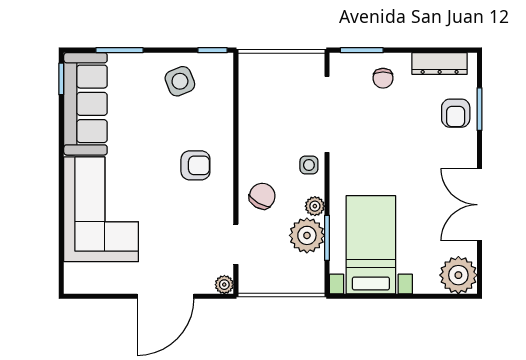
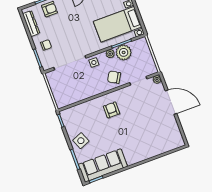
side table: (180, 81) -> (81, 141), moved
corner sofa: (101, 209) -> (145, 143), removed

